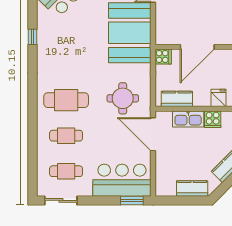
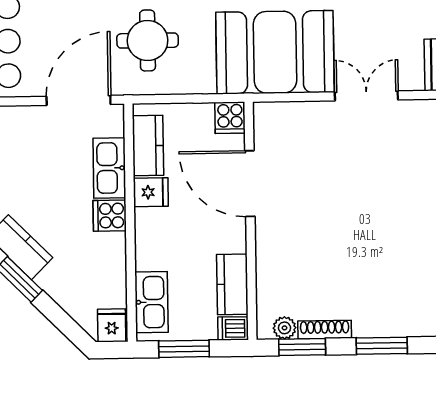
fridge: (219, 98) -> (151, 192), moved

